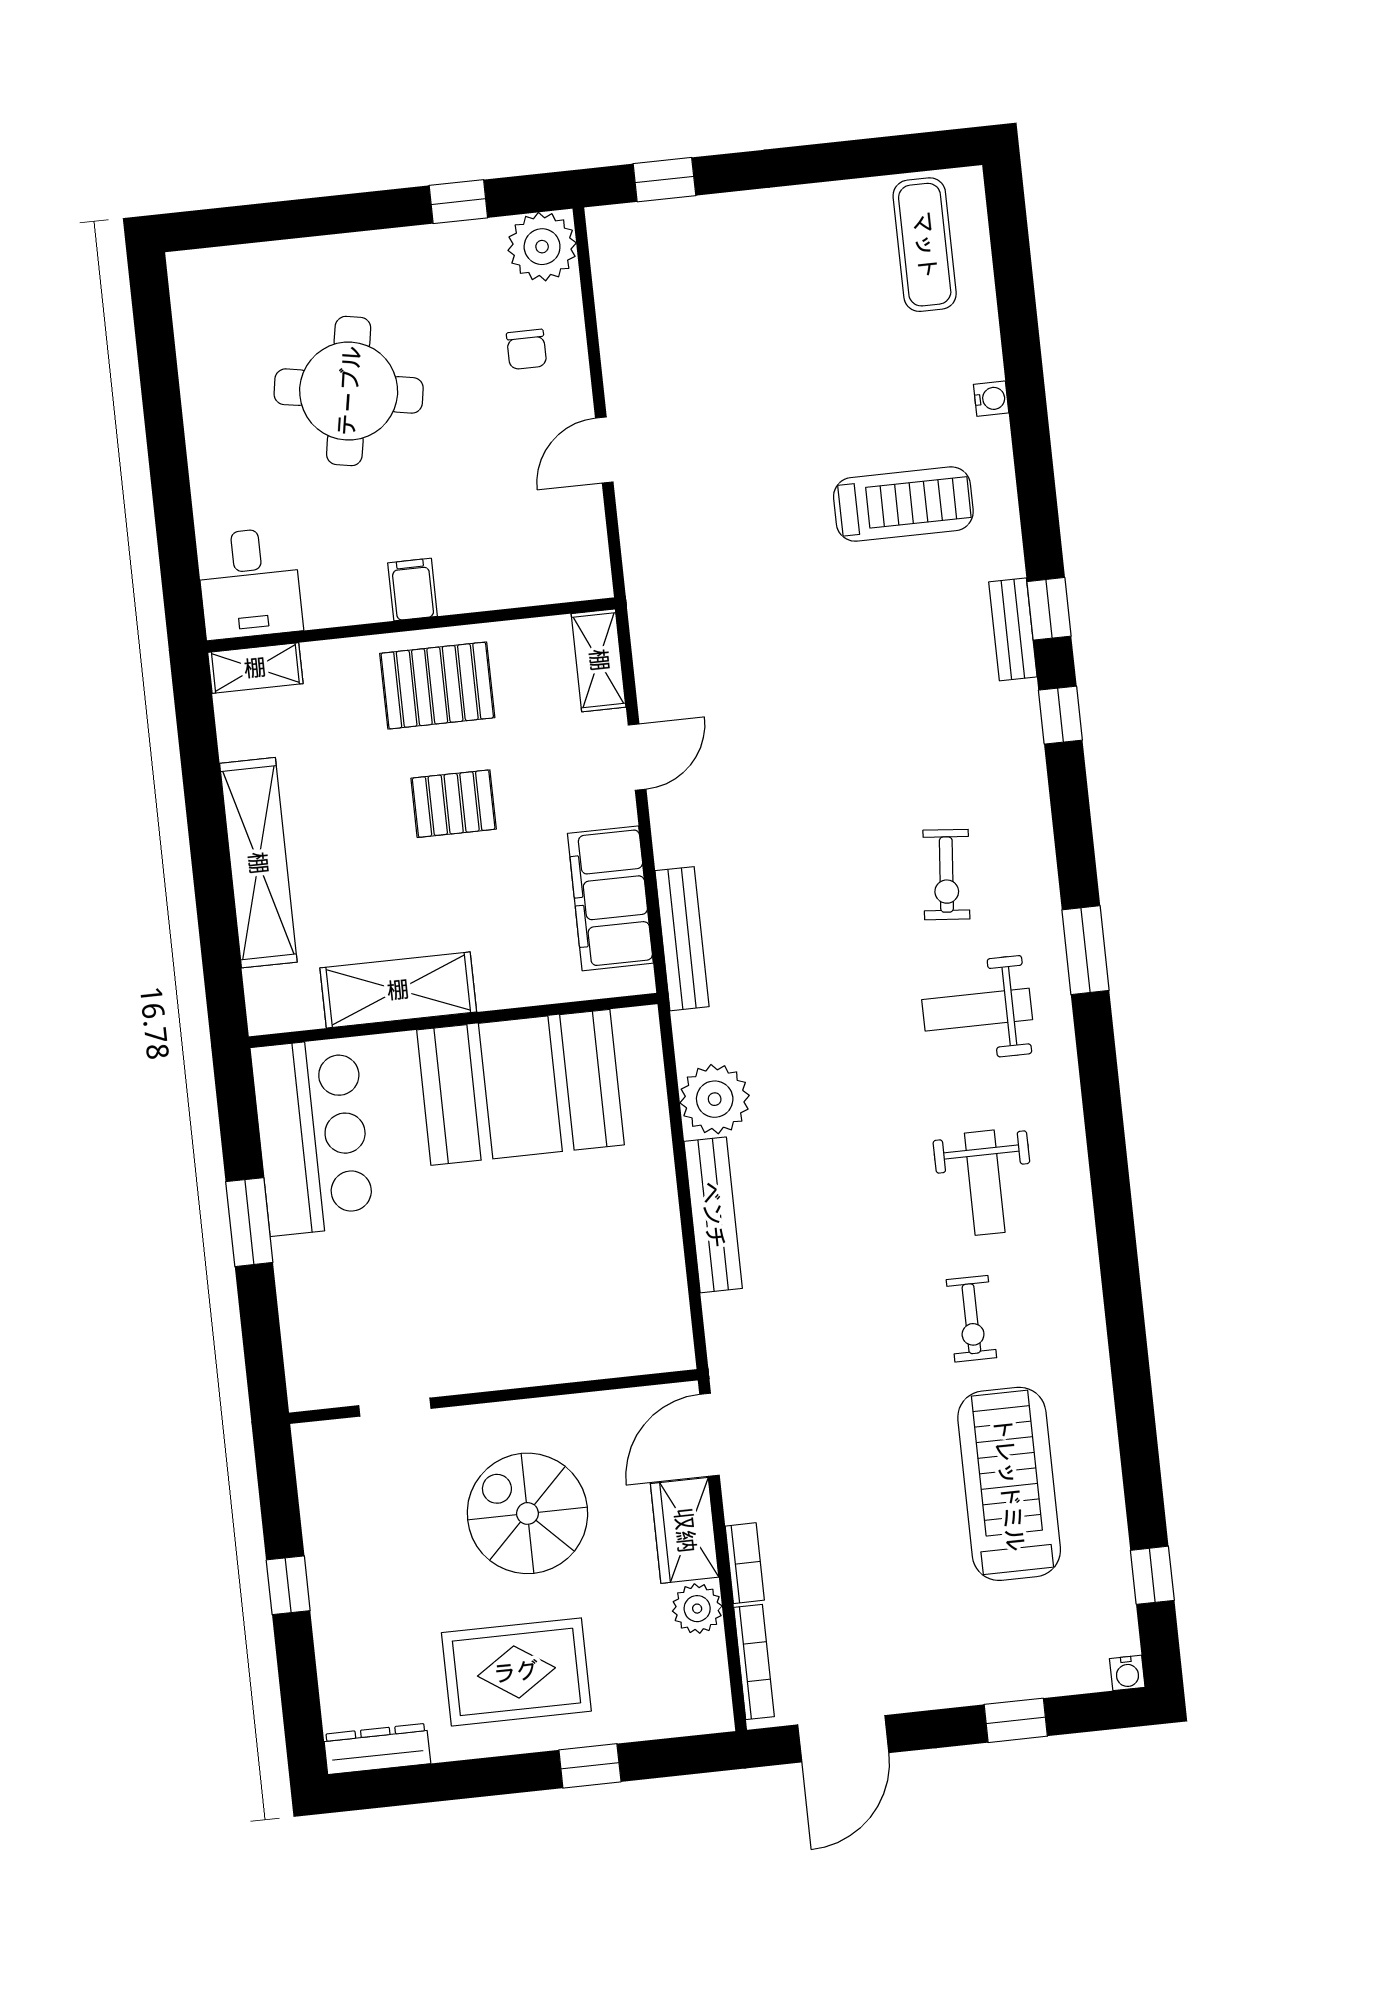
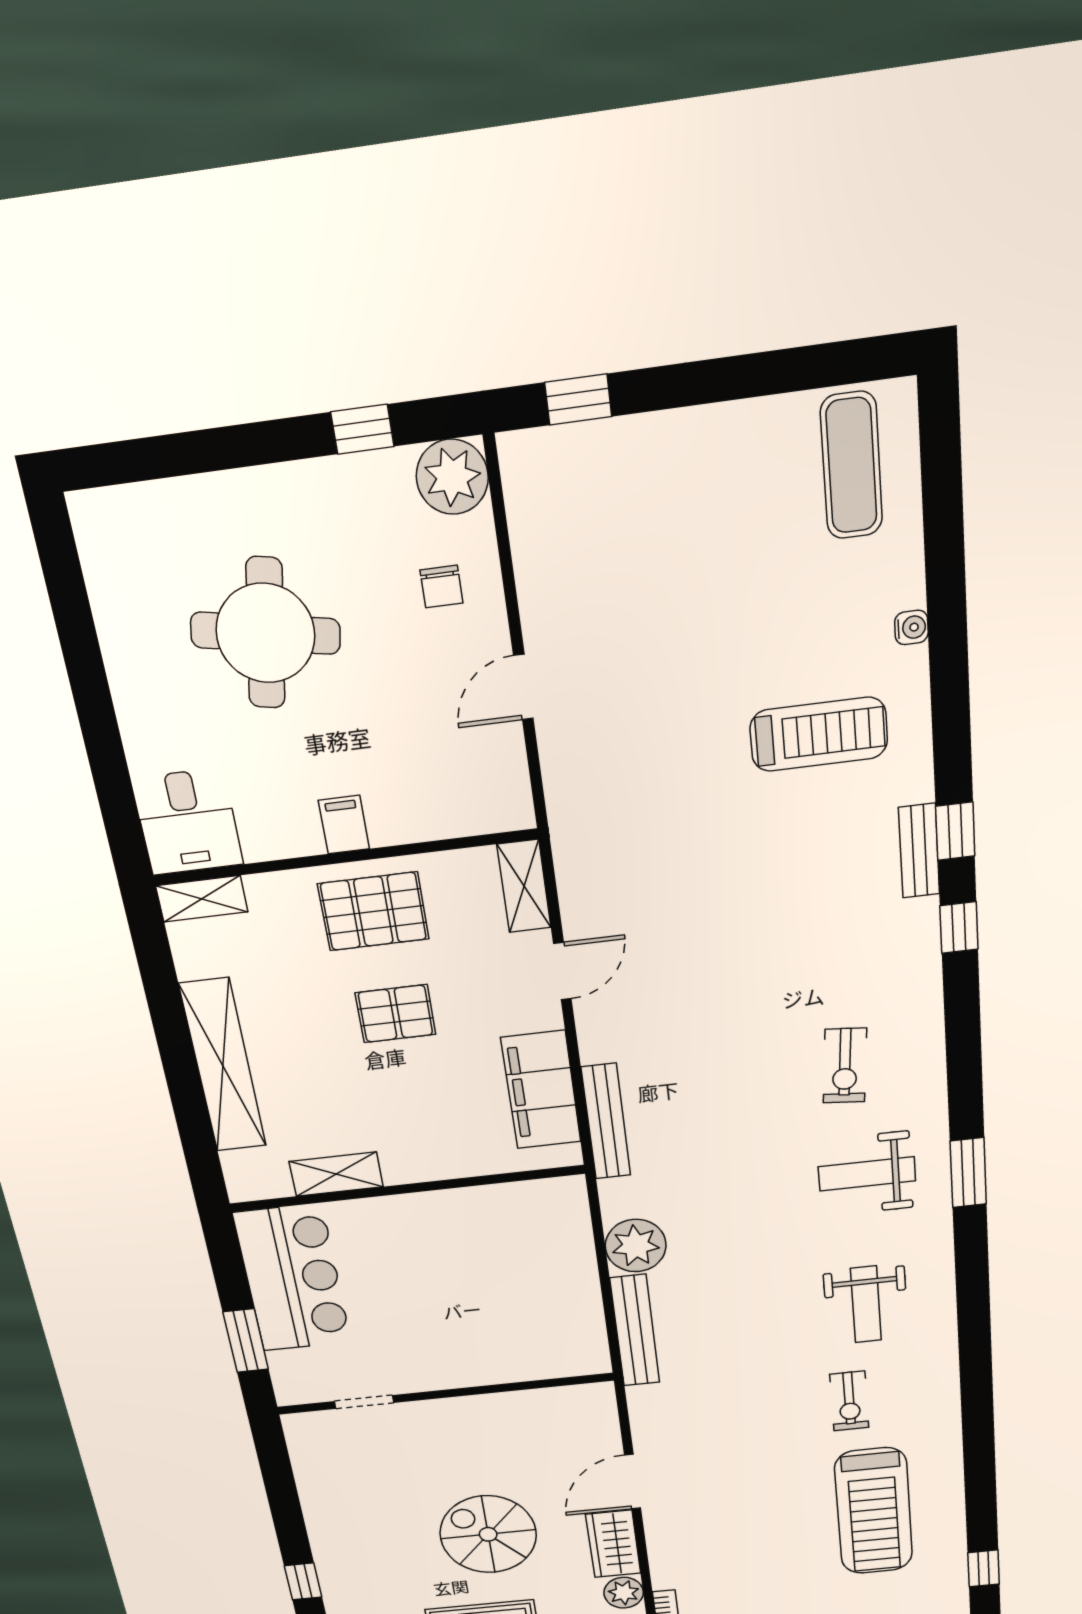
window: (1086, 950) -> (968, 1173), moved
shelving: (398, 990) -> (336, 1174), width x0.67, depth x0.75
booth: (520, 1087) -> (468, 1239), removed
wall: (493, 1397) -> (445, 1394), moved
doorway: (395, 1407) -> (364, 1402), moved
treadmill: (1009, 1484) -> (874, 1511), turned 180
bookcase: (745, 1563) -> (661, 1564), removed

